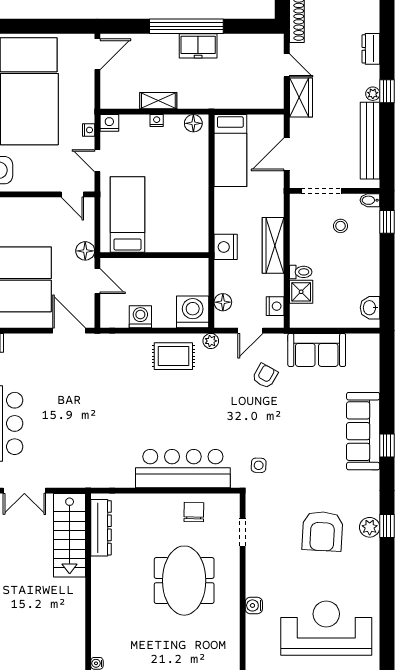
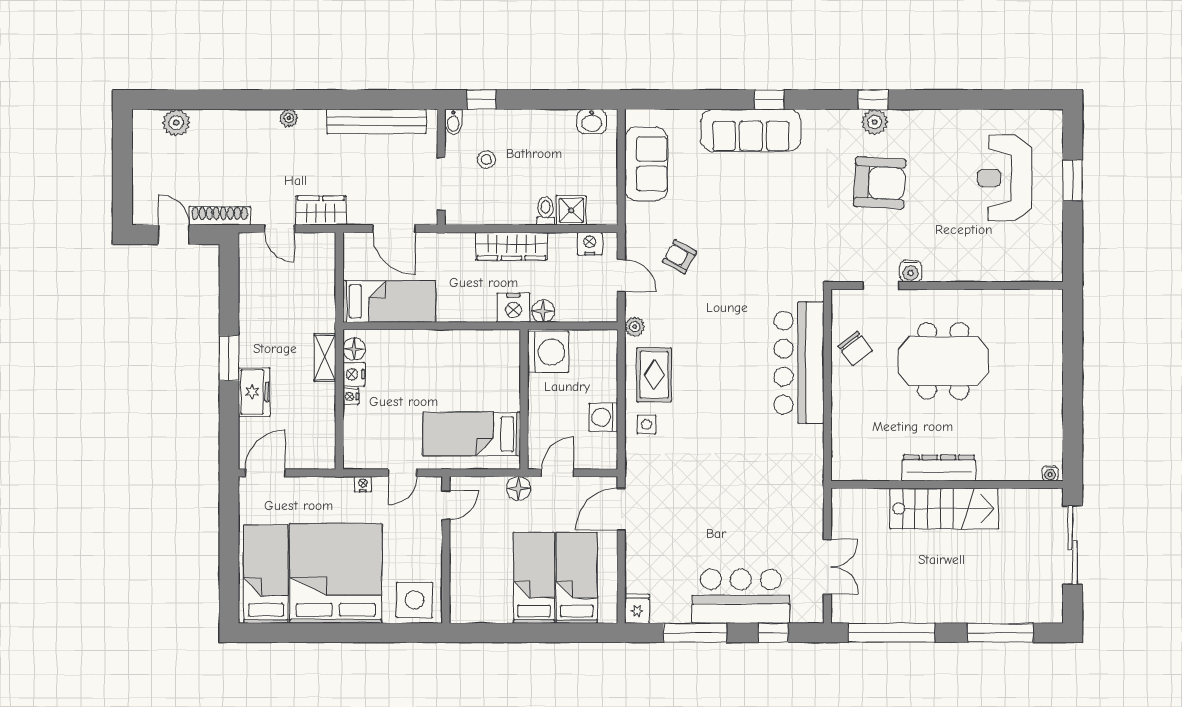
window: (186, 26) -> (229, 358), width x0.47
freezer: (198, 46) -> (254, 392), moved
dresser: (371, 49) -> (258, 120), removed
door: (97, 54) -> (265, 473), hinge flipped
door: (287, 65) -> (279, 229), swing flipped
window: (387, 91) -> (313, 100), removed
plant: (373, 94) -> (289, 118), moved
shelving: (158, 101) -> (325, 358), moved
nightstand: (109, 123) -> (354, 374), moved
floor lamp: (223, 302) -> (543, 311), moved
washing machine: (193, 312) -> (548, 352), moved, turned 180
sofa: (317, 350) -> (646, 164), moved
side table: (259, 465) -> (647, 424), moved
chair: (194, 512) -> (855, 348), turned -128
dresser: (101, 528) -> (939, 468), moved
stairs: (70, 535) -> (944, 509), moved
water cooler: (254, 605) -> (911, 271), moved
reception desk: (326, 628) -> (1005, 178), width x0.74, depth x0.77

